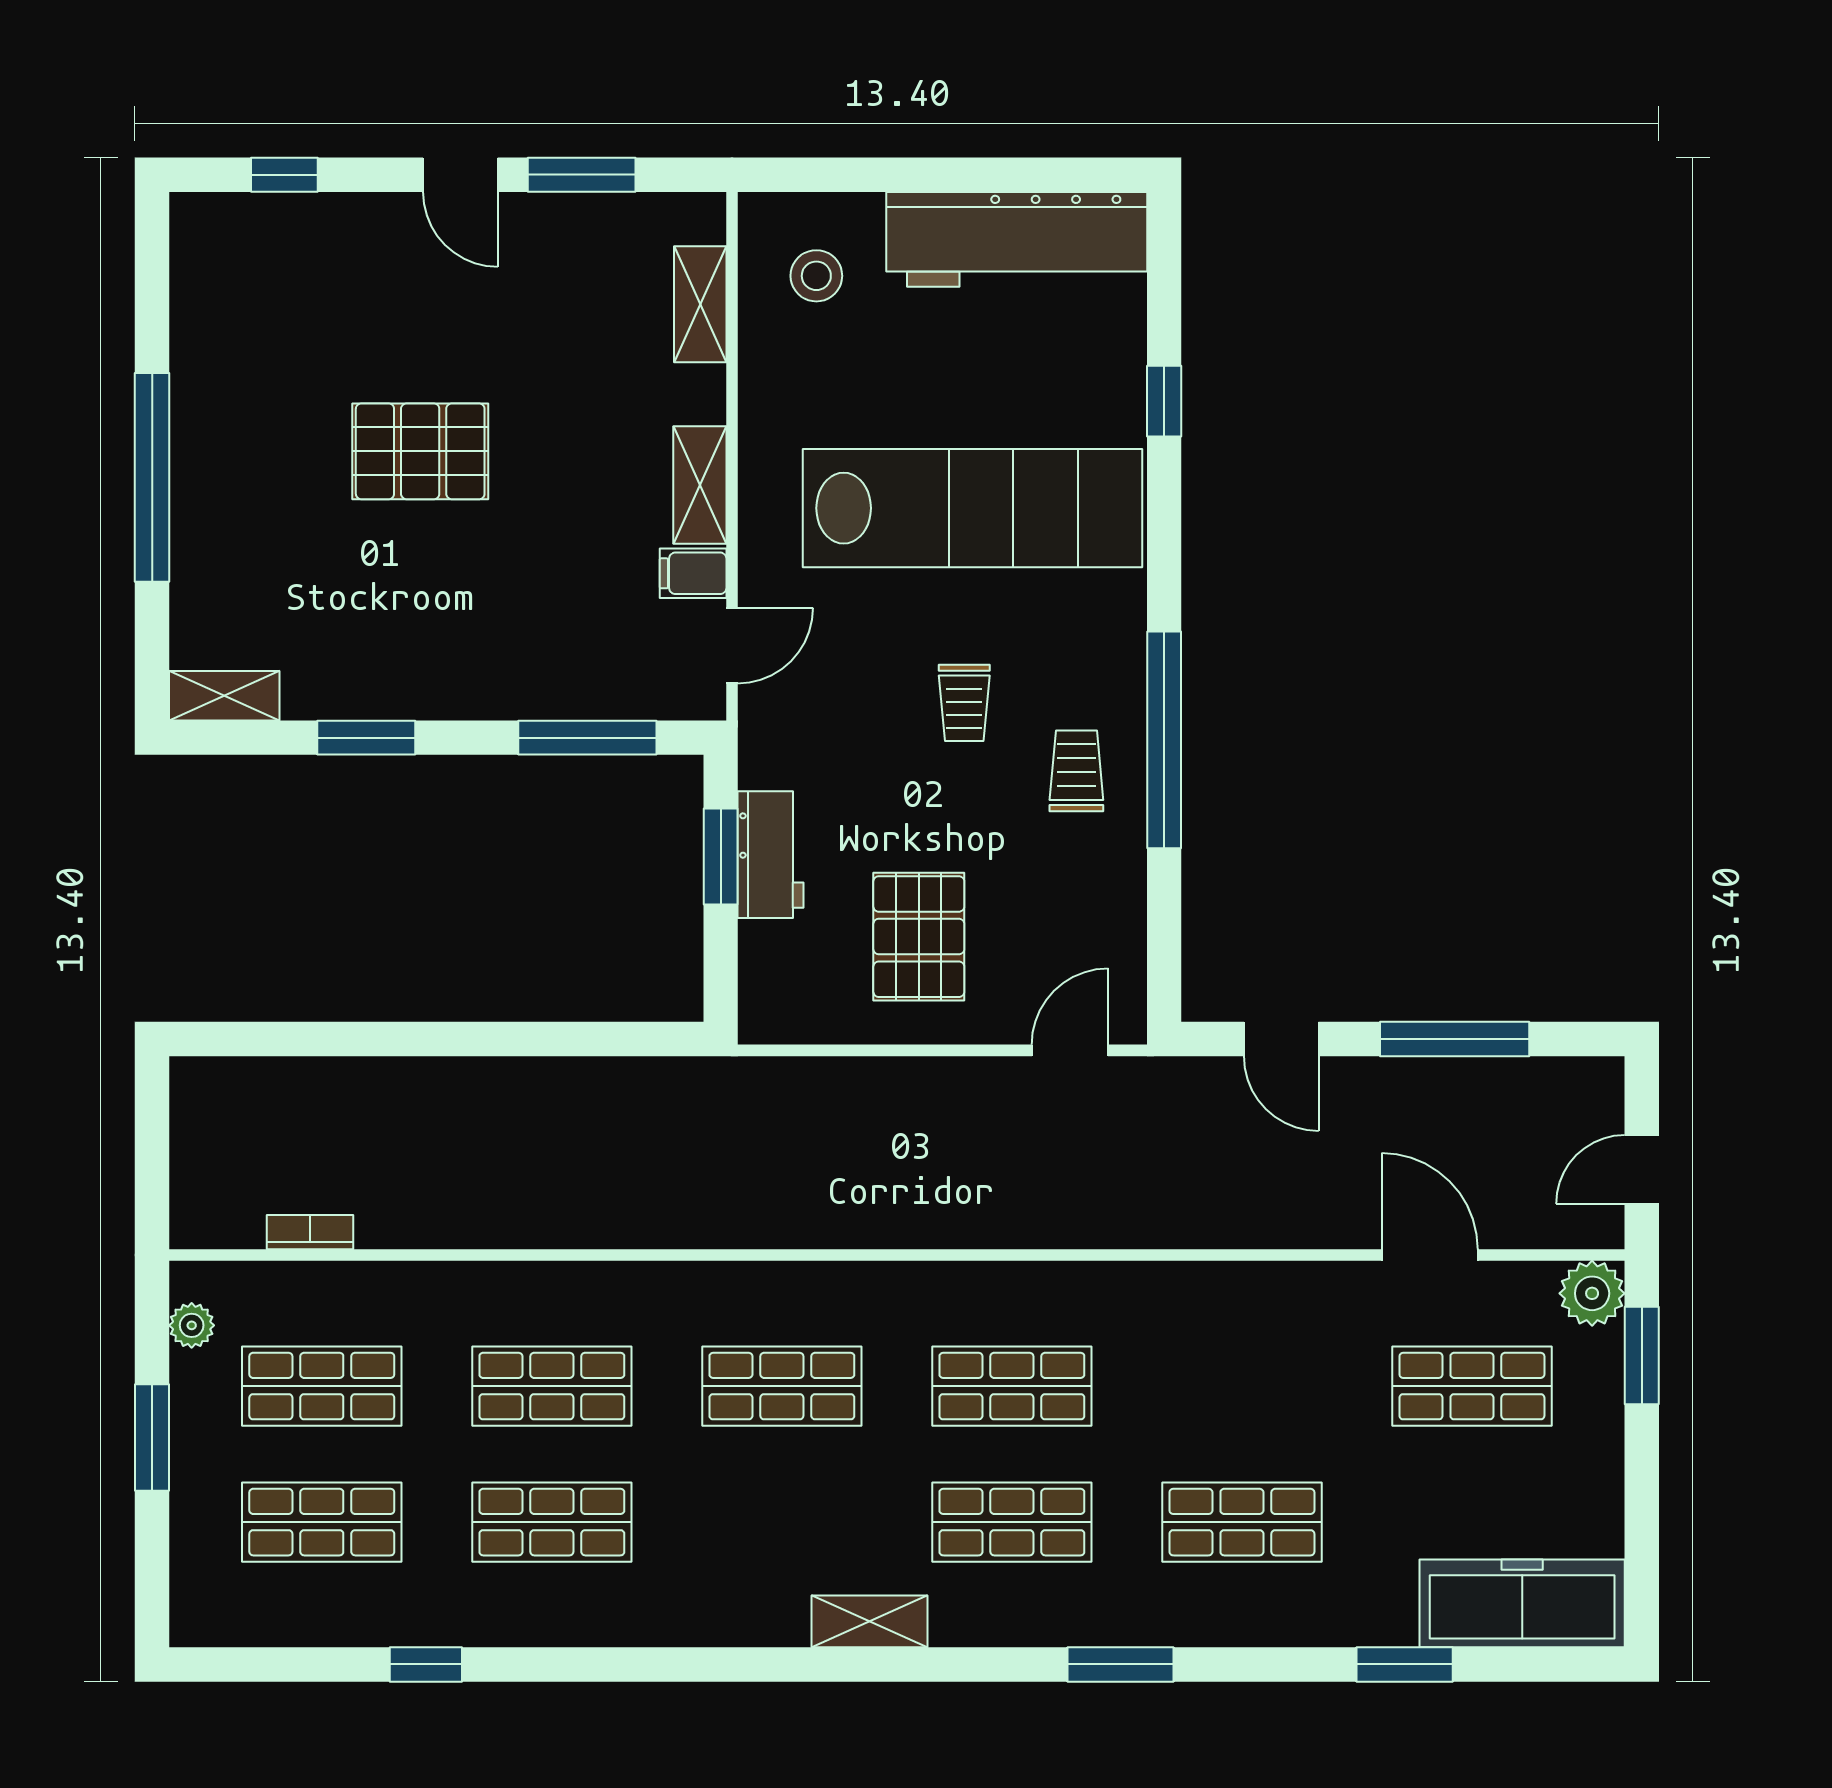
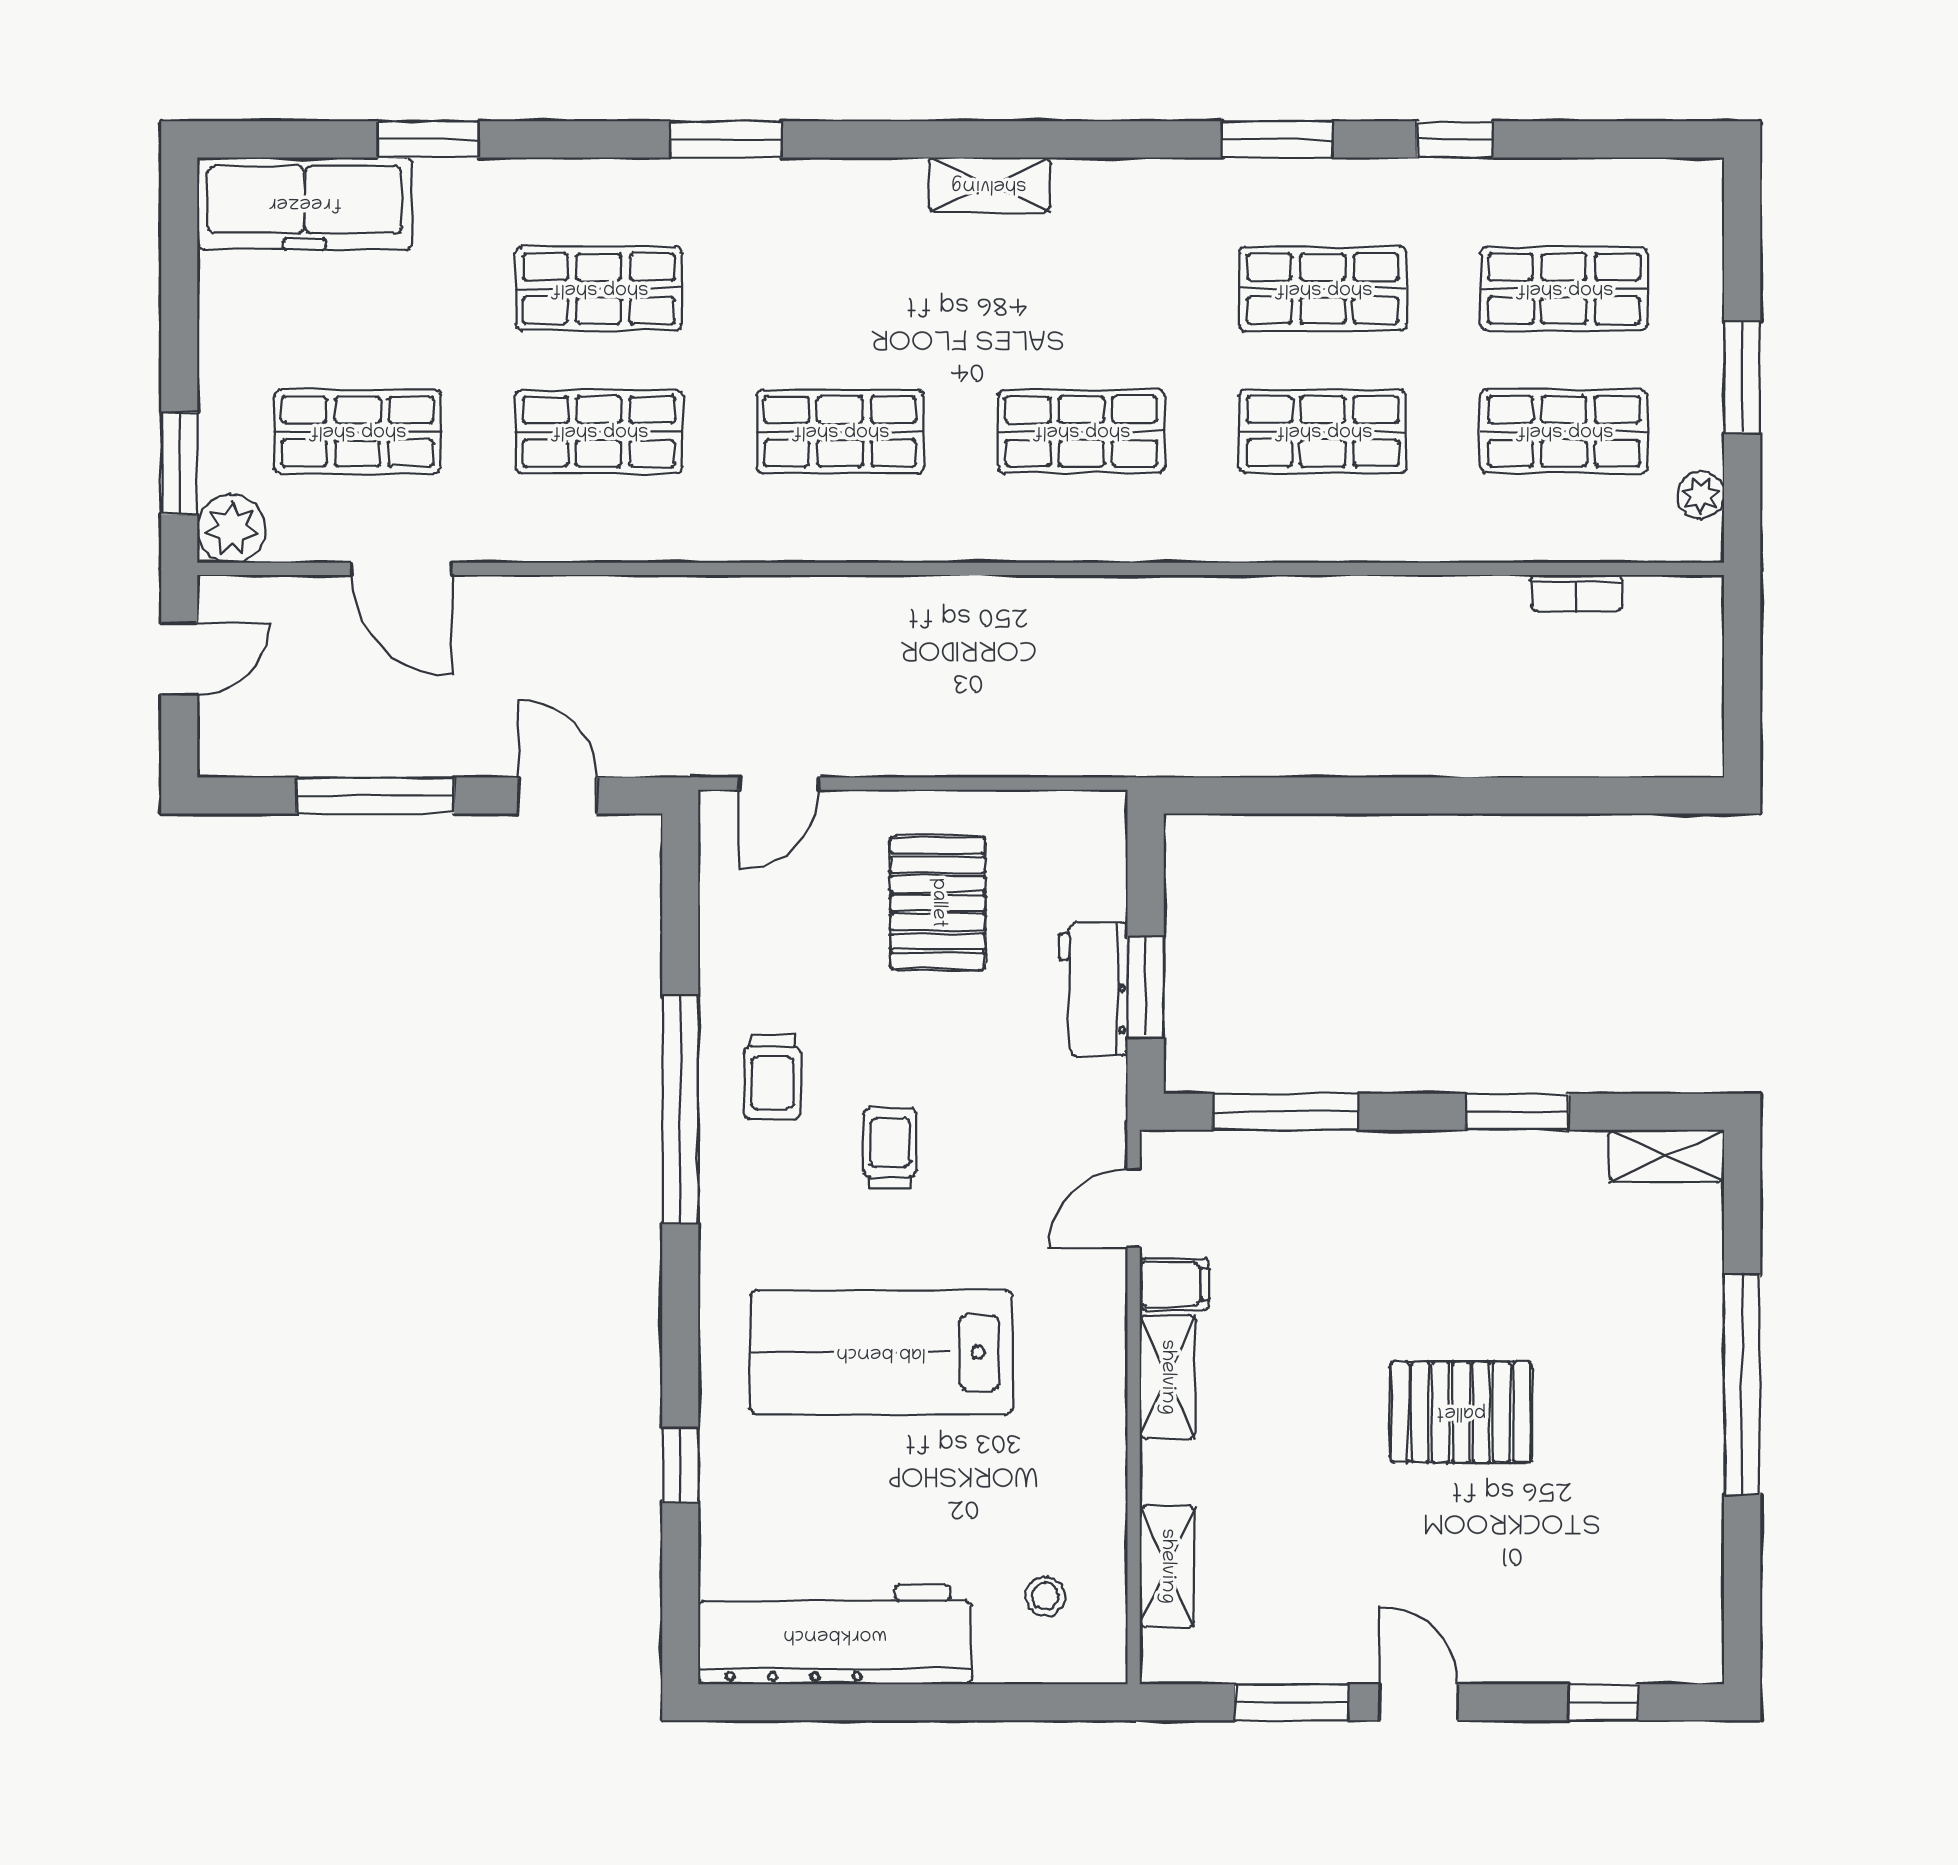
stool: (816, 276) -> (1045, 1596), width x0.73, depth x0.73
lab bench: (973, 508) -> (881, 1353), width x0.73
shop shelf: (1012, 1522) -> (599, 431), moved
window: (595, 1664) -> (1277, 139), added

